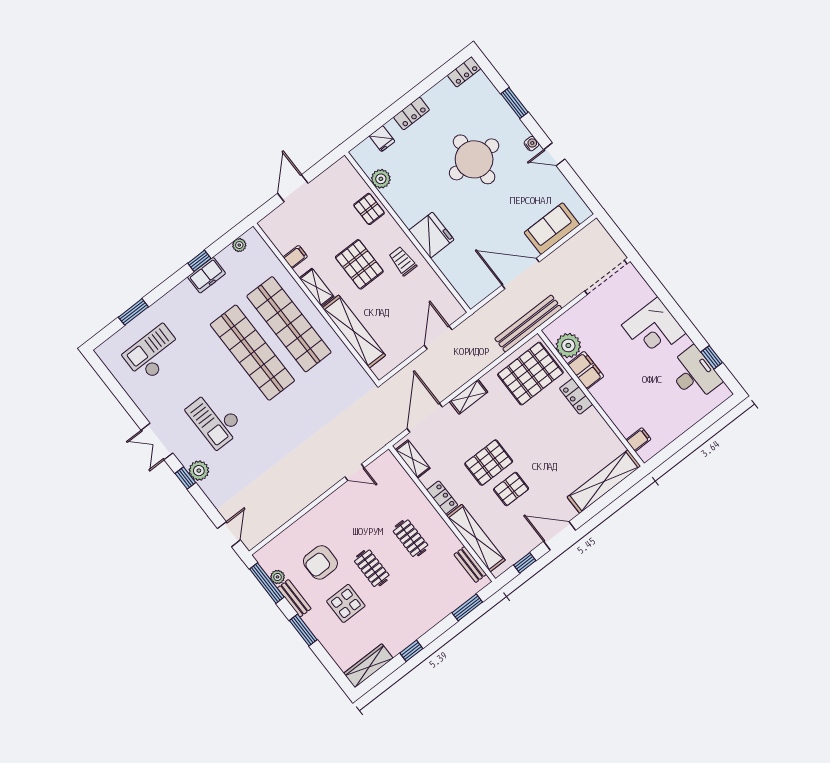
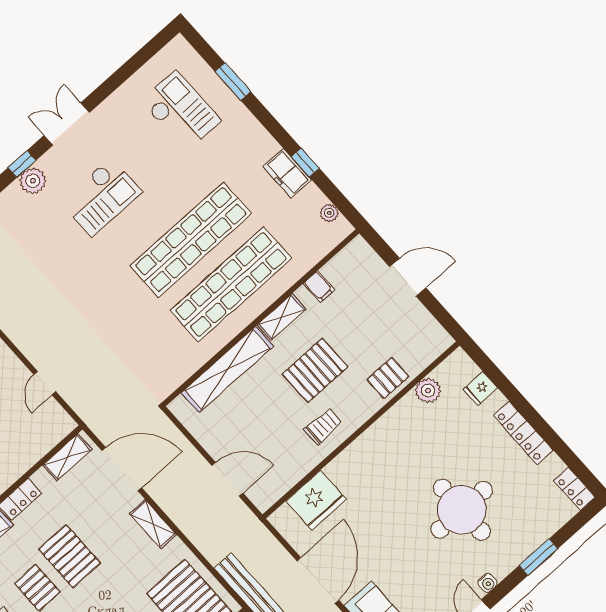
locker: (411, 113) -> (523, 433), width x1.53
fridge: (431, 235) -> (316, 500), moved
checkout: (215, 419) -> (101, 197), turned 180

